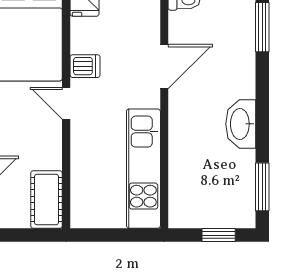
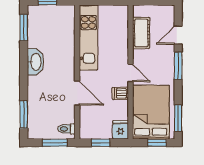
door: (164, 67) -> (77, 93), swing flipped
cot: (47, 199) -> (141, 33), moved

